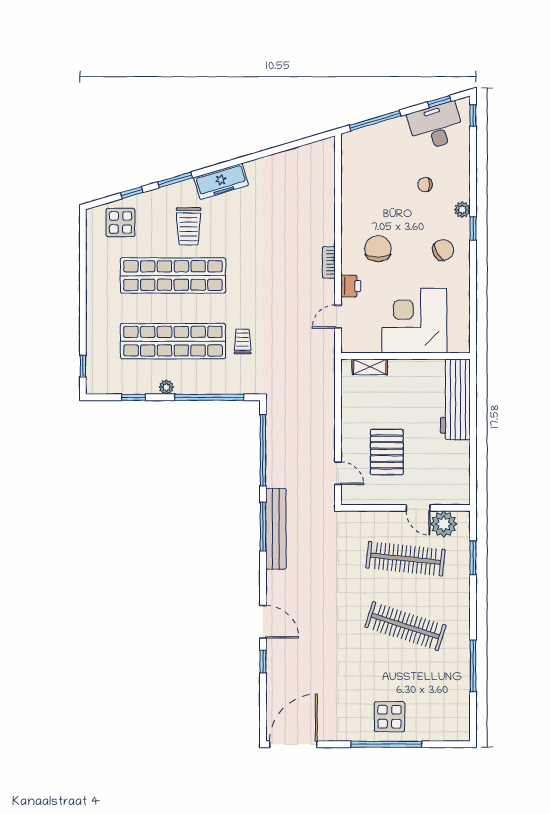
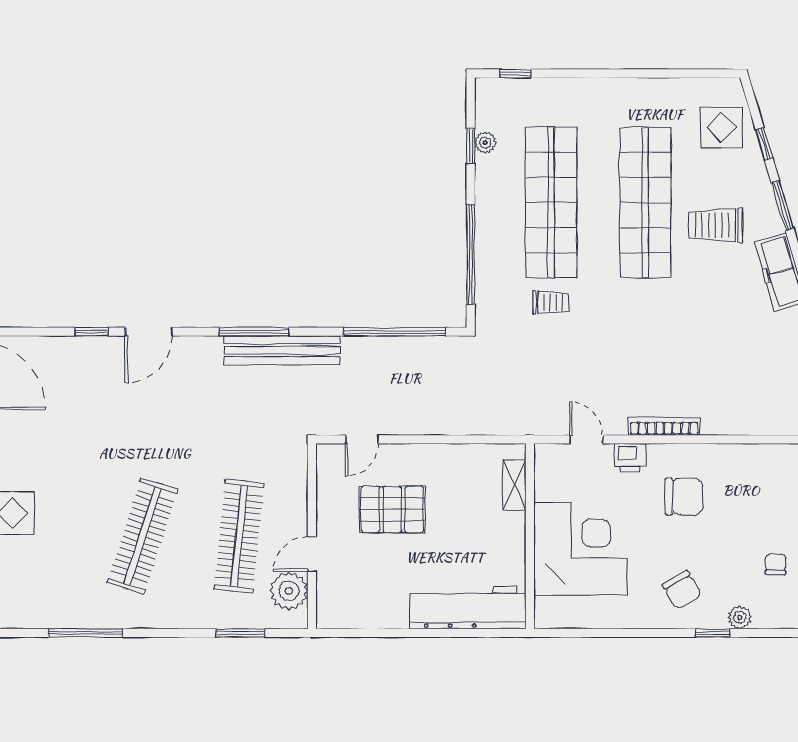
bookcase: (329, 262) -> (664, 426), width x1.56
plant: (166, 387) -> (485, 143), moved
window: (263, 527) -> (254, 332), moved

